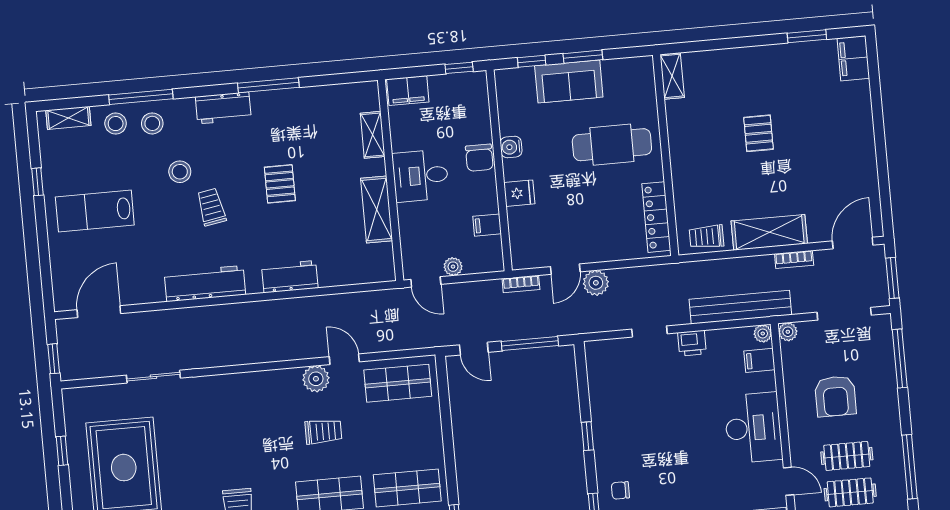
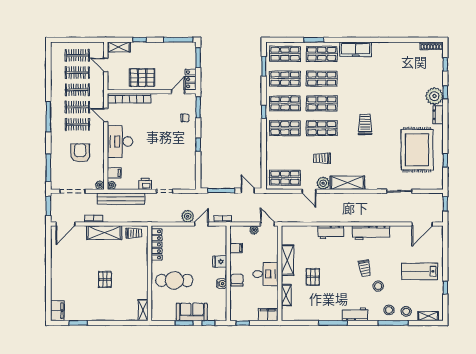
pallet: (280, 184) -> (313, 277), moved
lab bench: (95, 211) -> (420, 271), turned 180
shelving: (265, 384) -> (347, 183), added

